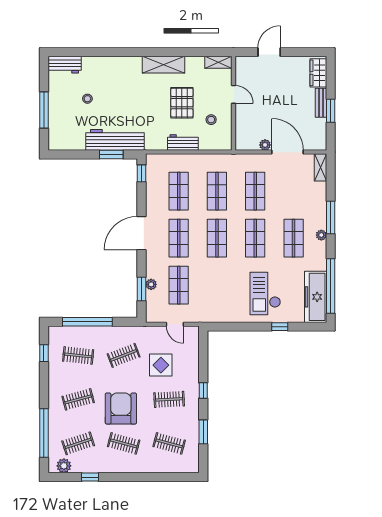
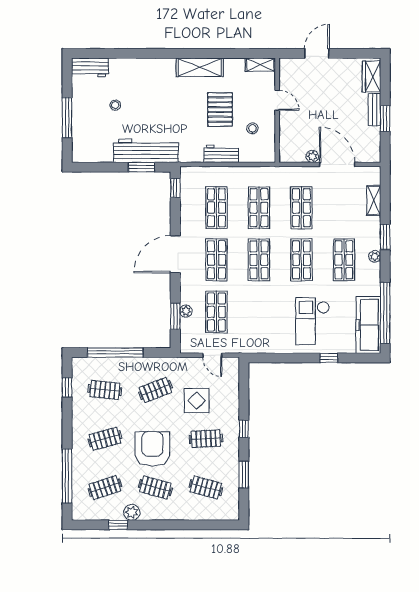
shelving: (320, 167) -> (374, 200), moved
window: (331, 217) -> (385, 237), width x0.69
plant: (64, 466) -> (132, 512), moved

